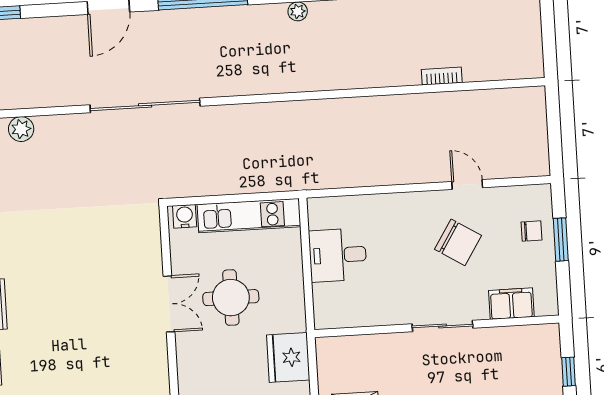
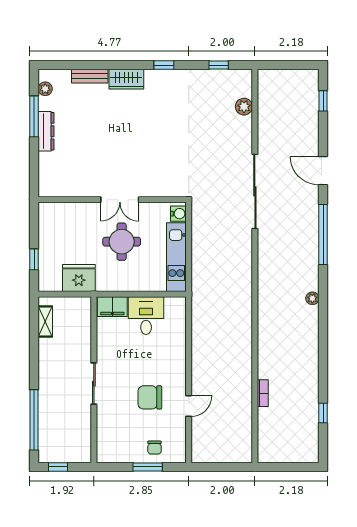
chair: (458, 242) -> (150, 397), turned 58
filing cabinet: (511, 304) -> (112, 307), moved, turned 90

